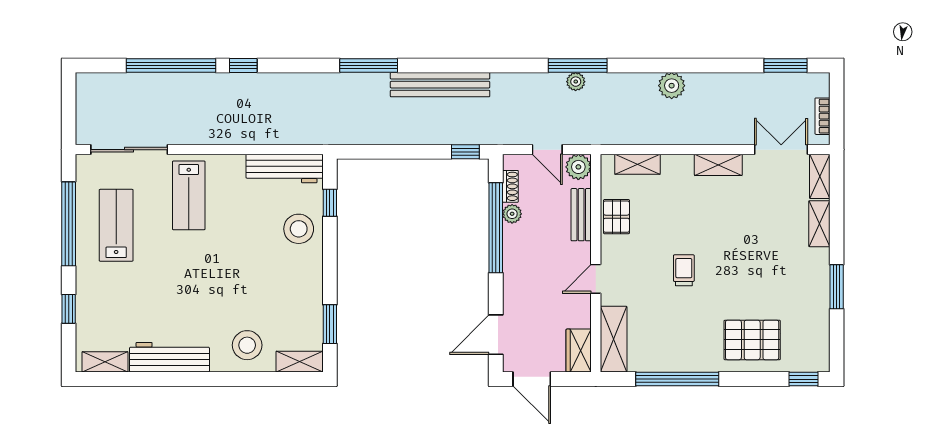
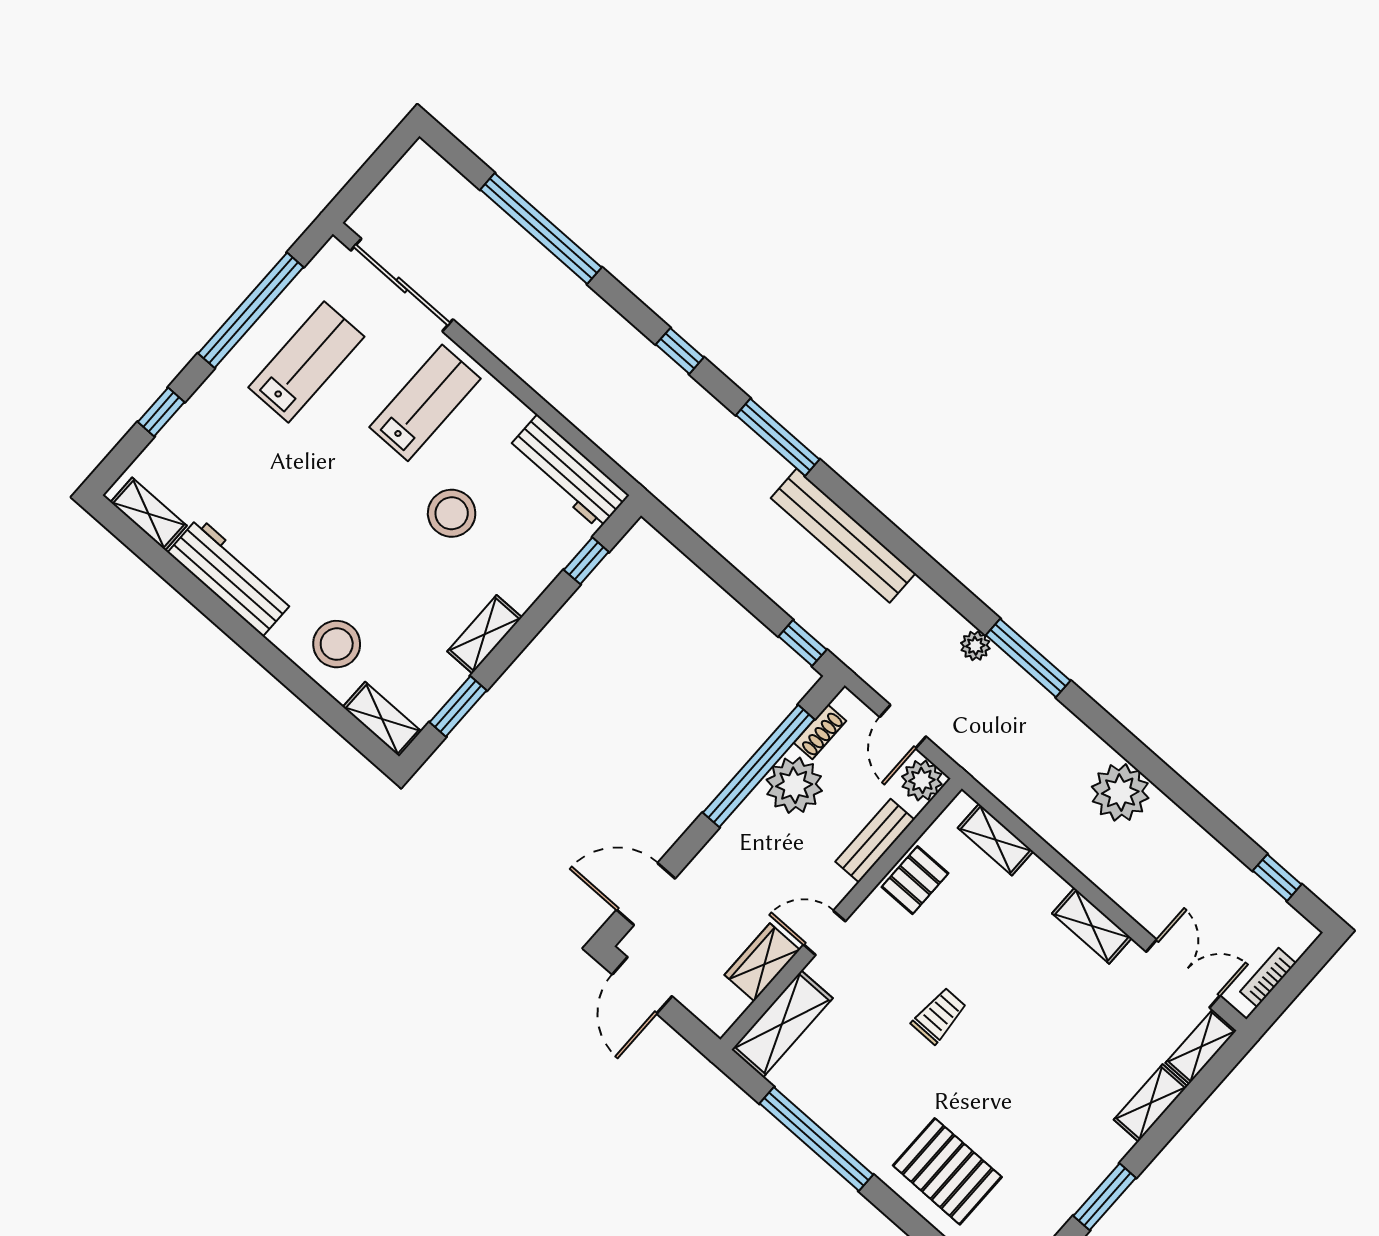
window: (243, 65) -> (680, 351), moved
window: (785, 65) -> (1277, 878), width x0.67
plant: (576, 82) -> (975, 646), moved
plant: (672, 86) -> (1120, 792), width x1.36, depth x1.36
lab bench: (189, 195) -> (425, 403), turned 180
plant: (512, 214) -> (794, 785), width x1.87, depth x1.87
stool: (299, 229) -> (452, 513), moved
shelving: (313, 279) -> (485, 634), added
wardrobe: (579, 351) -> (762, 962), moved

